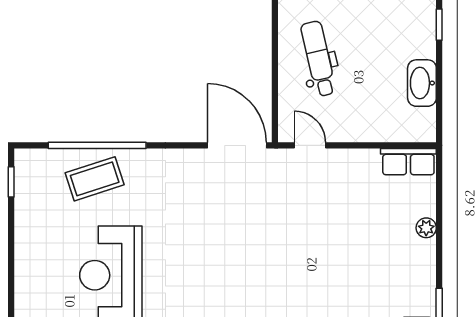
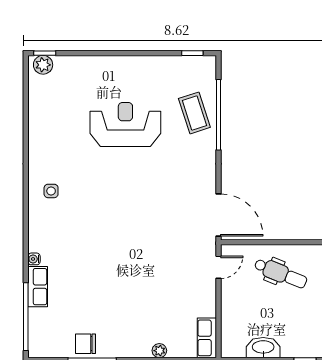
dental chair: (318, 59) -> (281, 273), turned 35
door: (237, 145) -> (218, 215), hinge flipped

